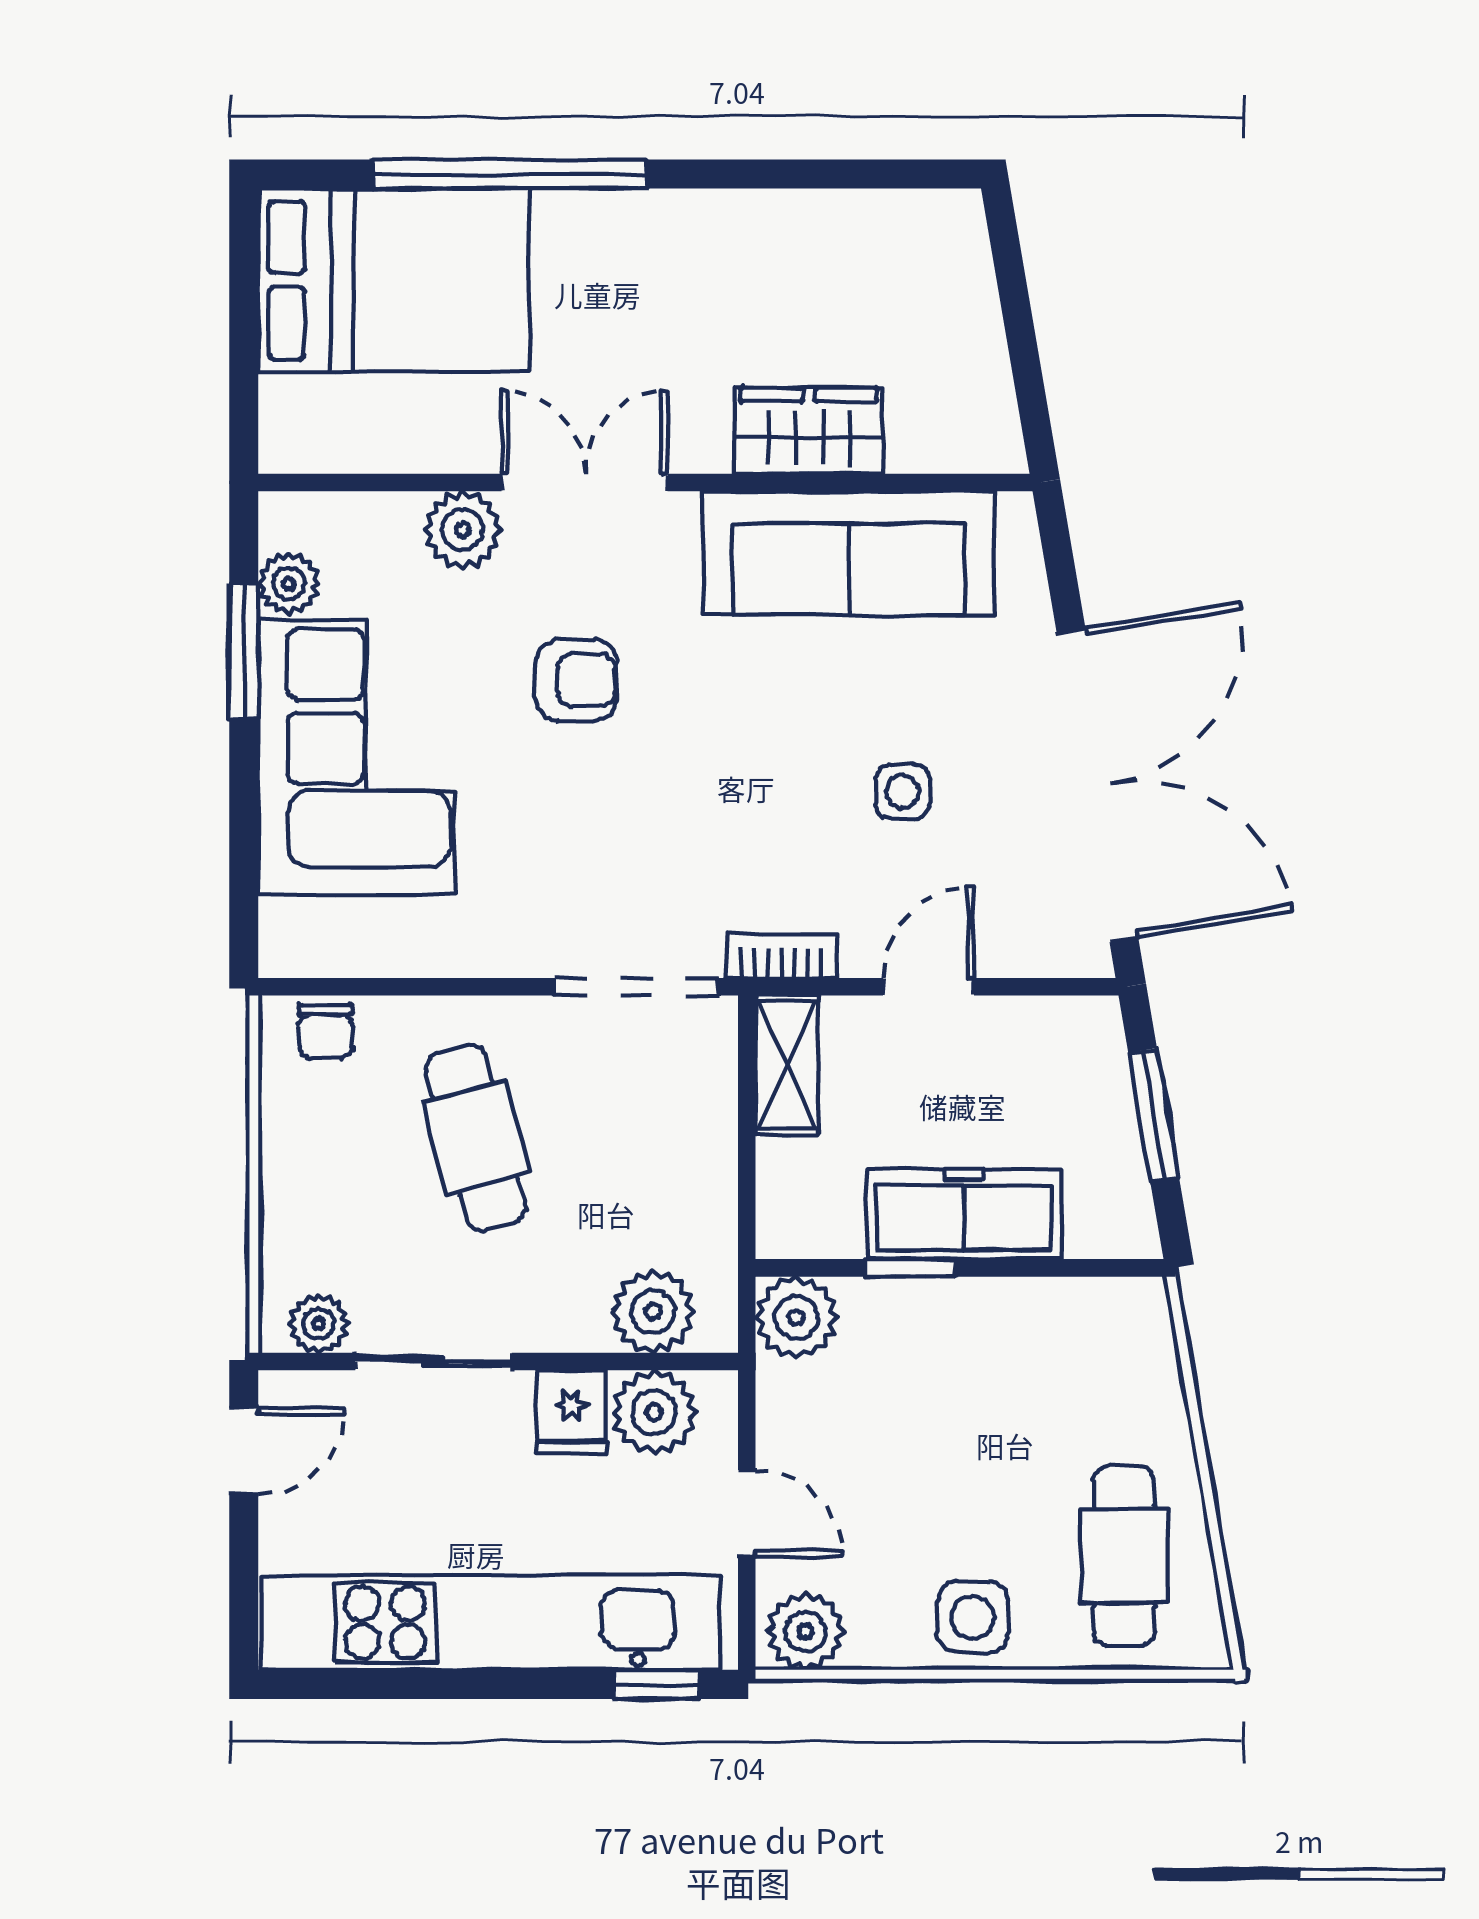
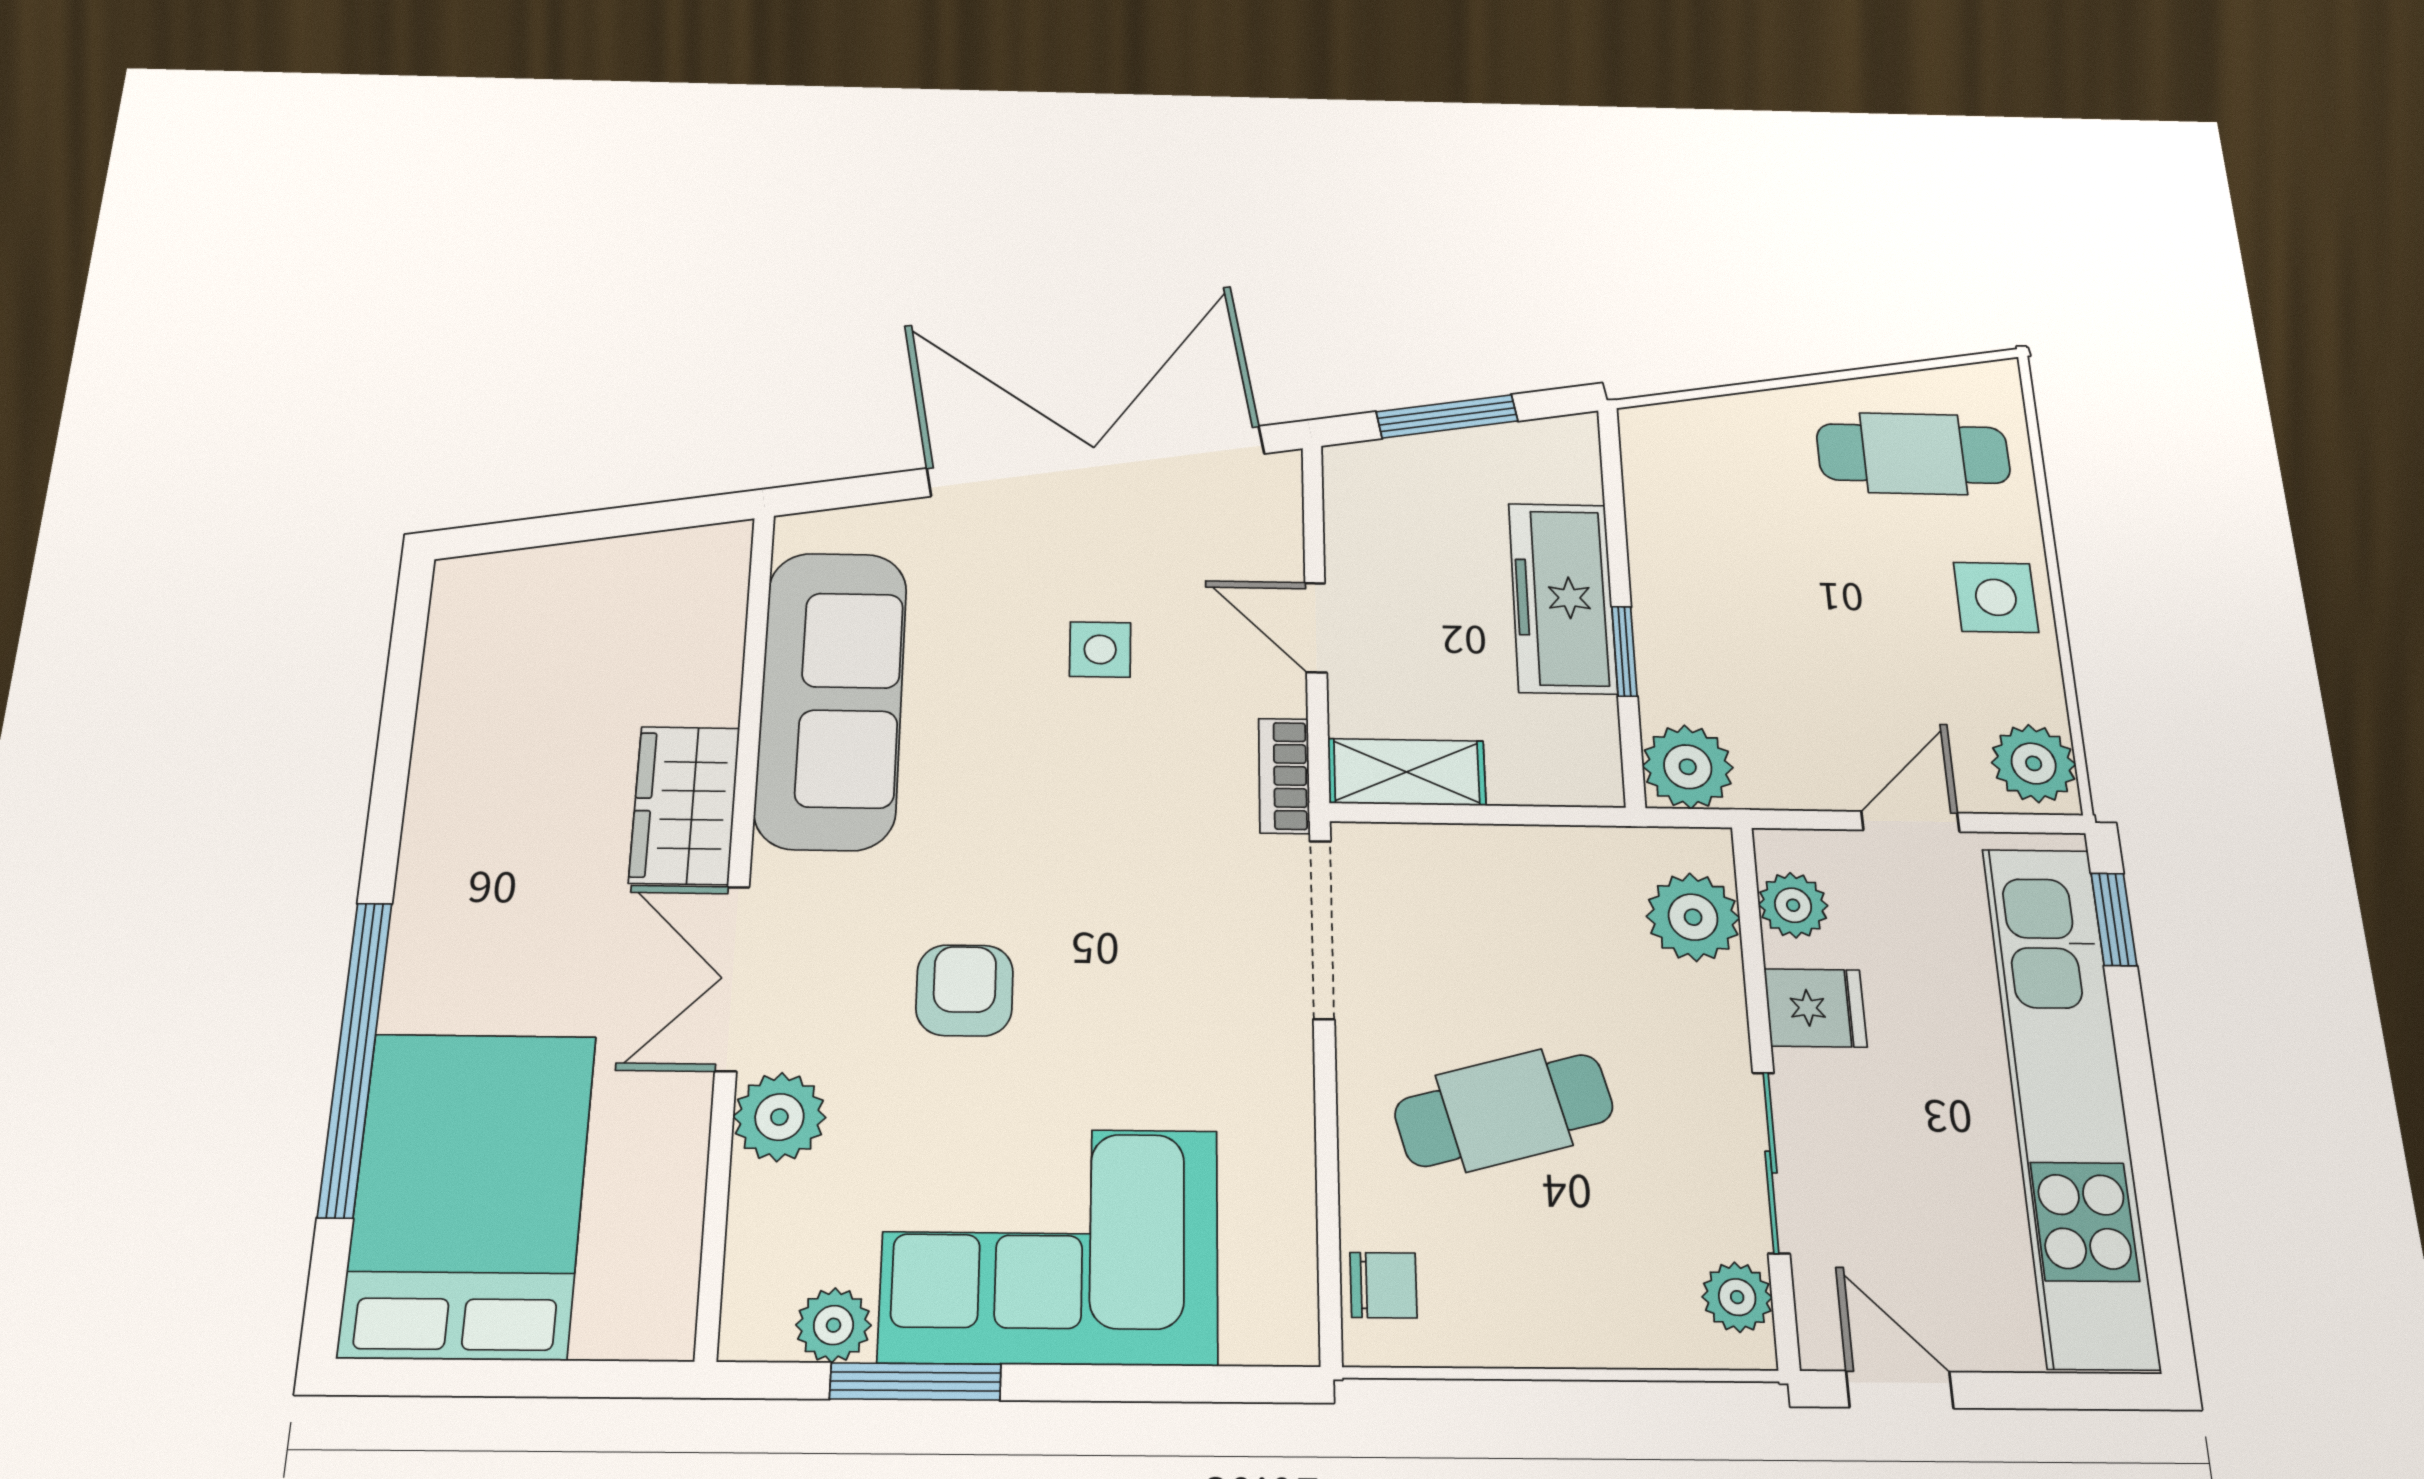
wardrobe: (809, 431) -> (685, 805), moved
plant: (654, 1412) -> (1793, 905), width x0.73, depth x0.73

